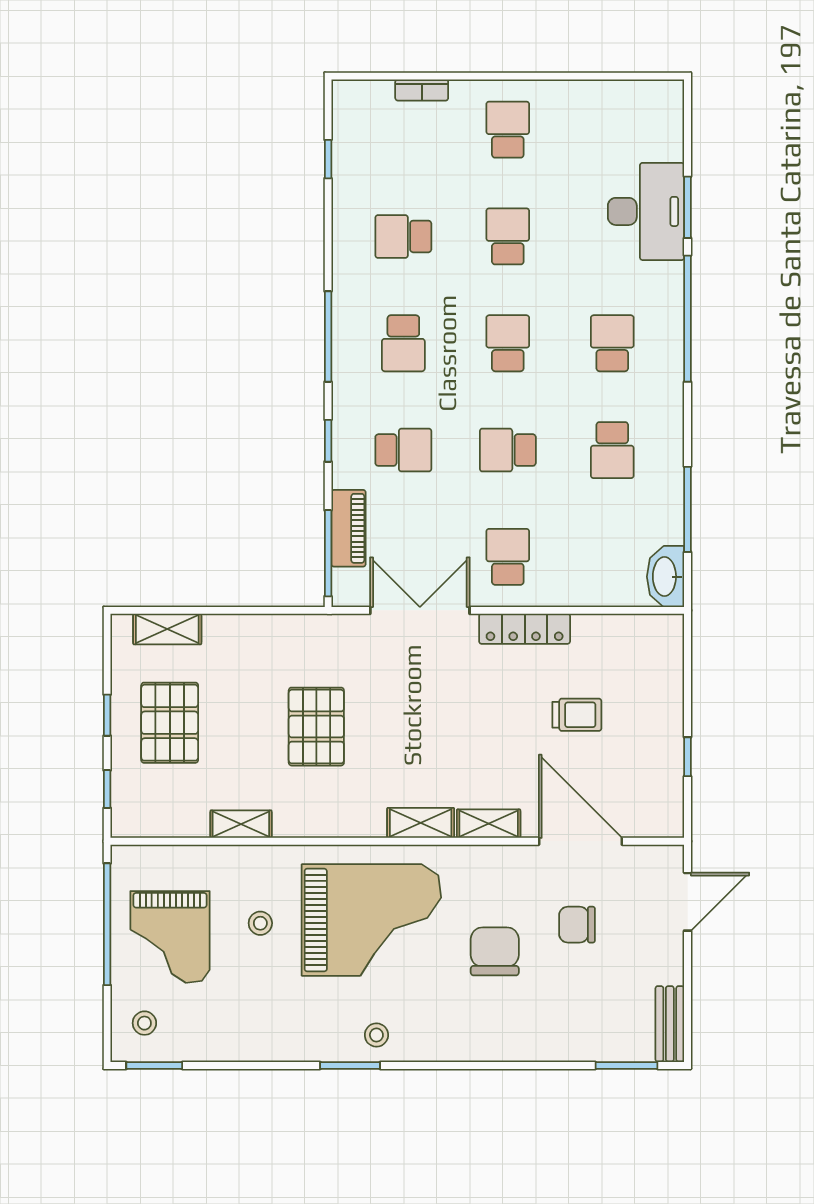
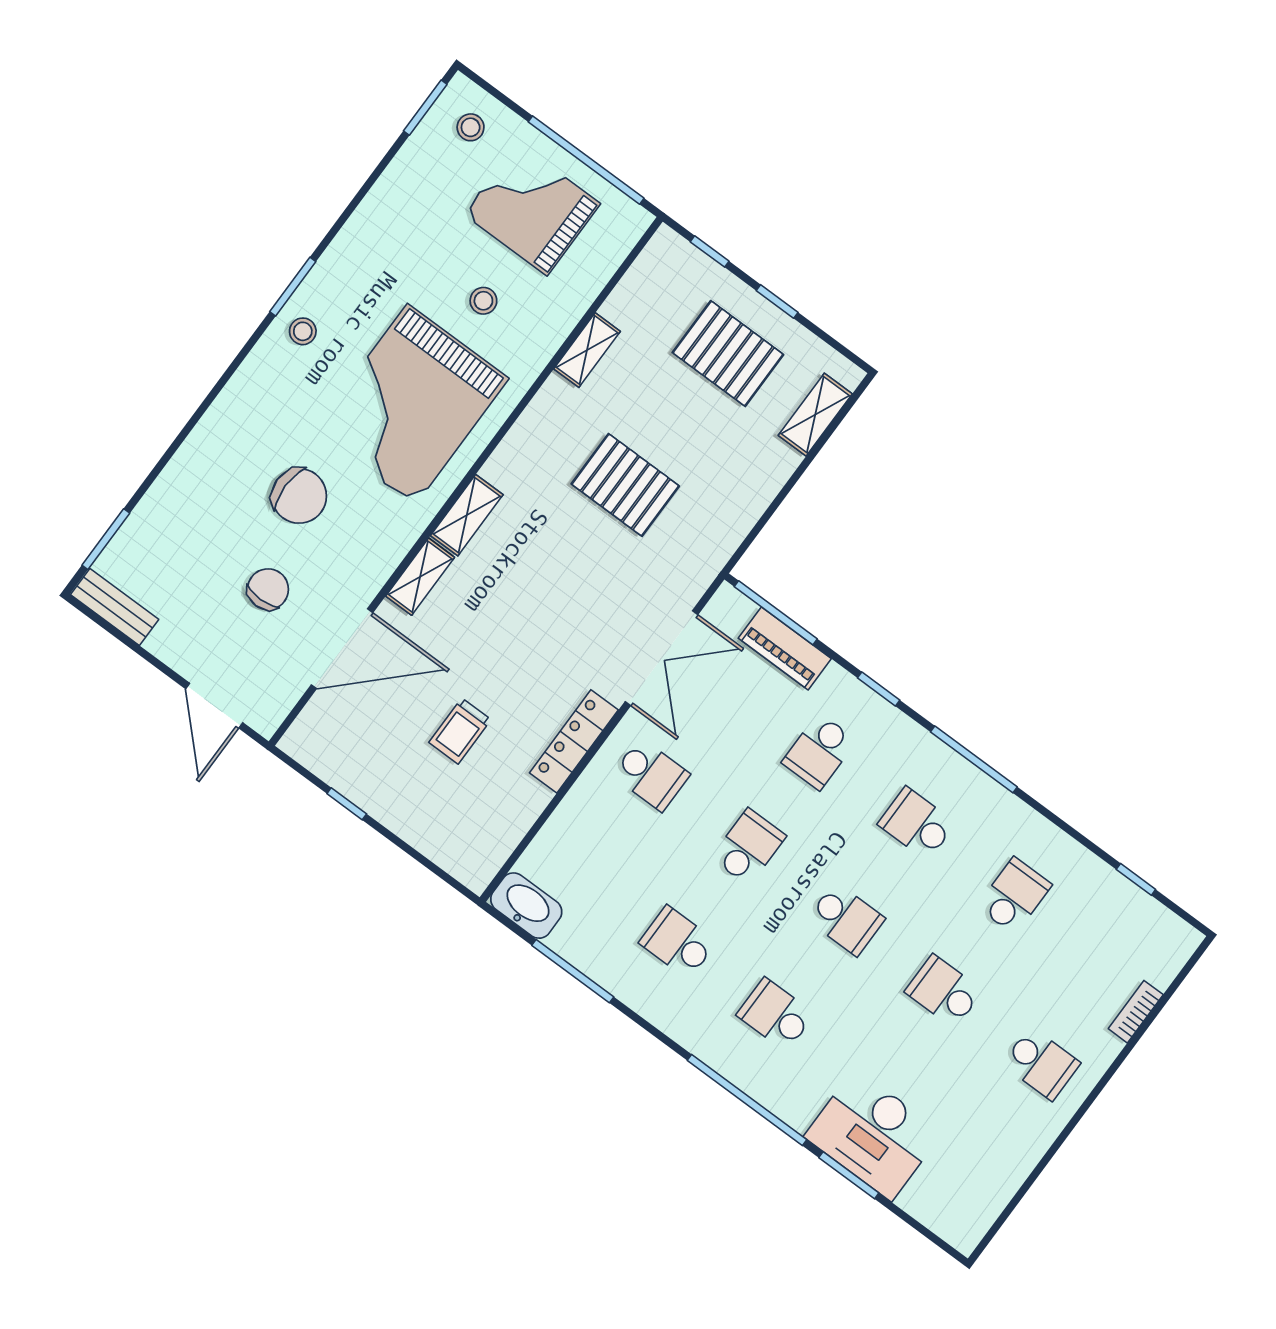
school desk: (508, 236) -> (944, 991), turned 180
school desk: (612, 343) -> (775, 1015), turned 180

